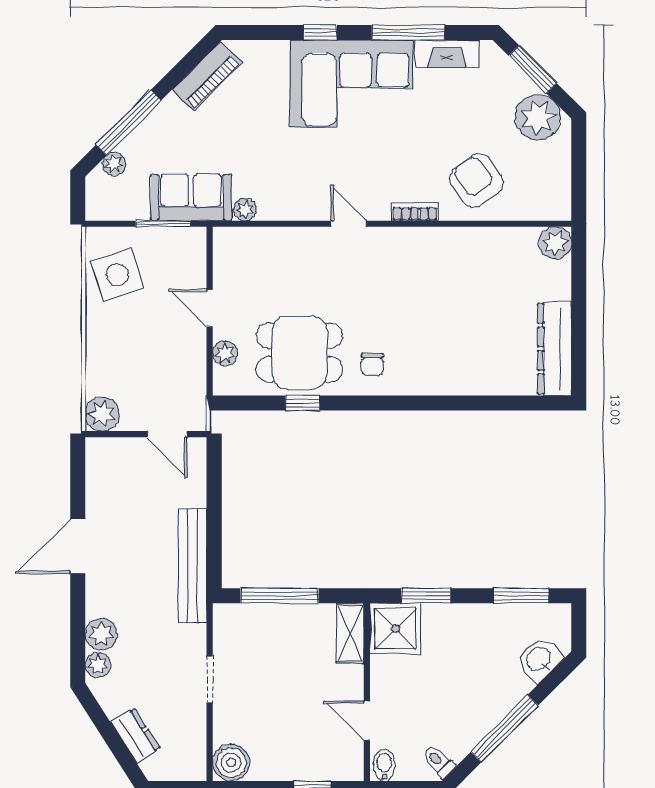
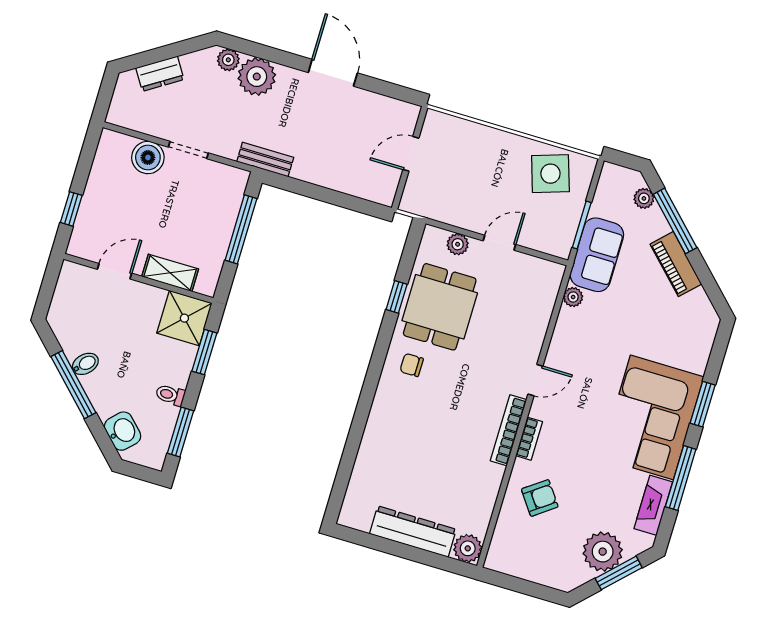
window: (320, 33) -> (703, 404), width x1.50
piano: (207, 76) -> (676, 264), moved
plant: (538, 117) -> (603, 552), moved
armchair: (476, 180) -> (540, 498), width x0.72, depth x0.72
bookcase: (412, 237) -> (509, 430), added
dresser: (555, 349) -> (413, 532), moved
plant: (102, 414) -> (437, 126), removed
door: (167, 434) -> (411, 154), moved
bench: (193, 566) -> (265, 159), width x0.54, depth x0.82
shelving: (350, 633) -> (170, 273), moved
plant: (101, 634) -> (257, 77), width x1.36, depth x1.36
boiler: (231, 762) -> (148, 157), moved
toilet: (439, 762) -> (170, 395), moved, turned -135
bidet: (384, 765) -> (85, 364), moved, turned -45

